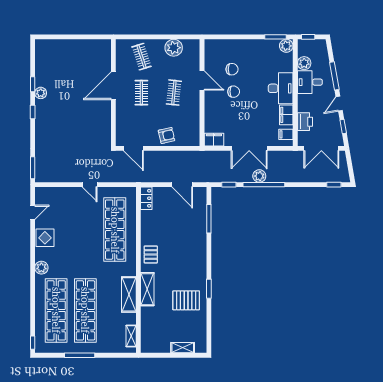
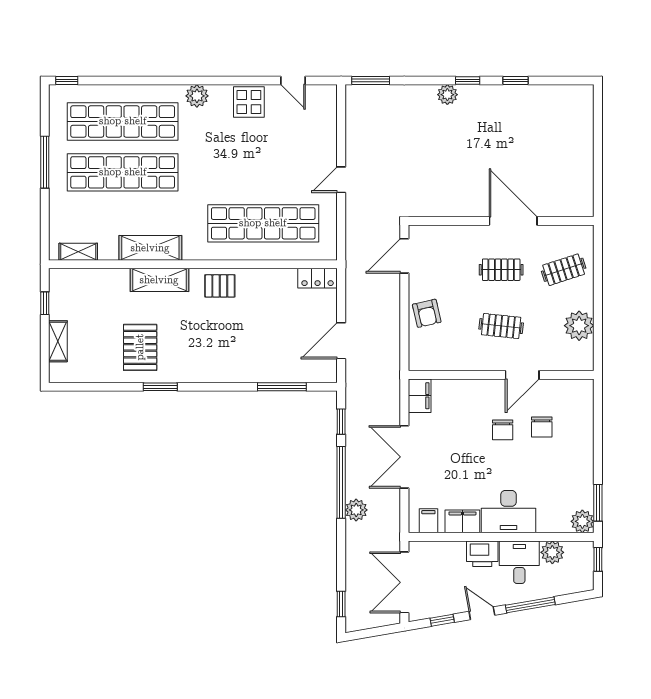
plant: (41, 93) -> (447, 95), moved
printer: (305, 122) -> (482, 554), moved
plant: (259, 176) -> (356, 510), moved
window: (161, 355) -> (45, 303), added

